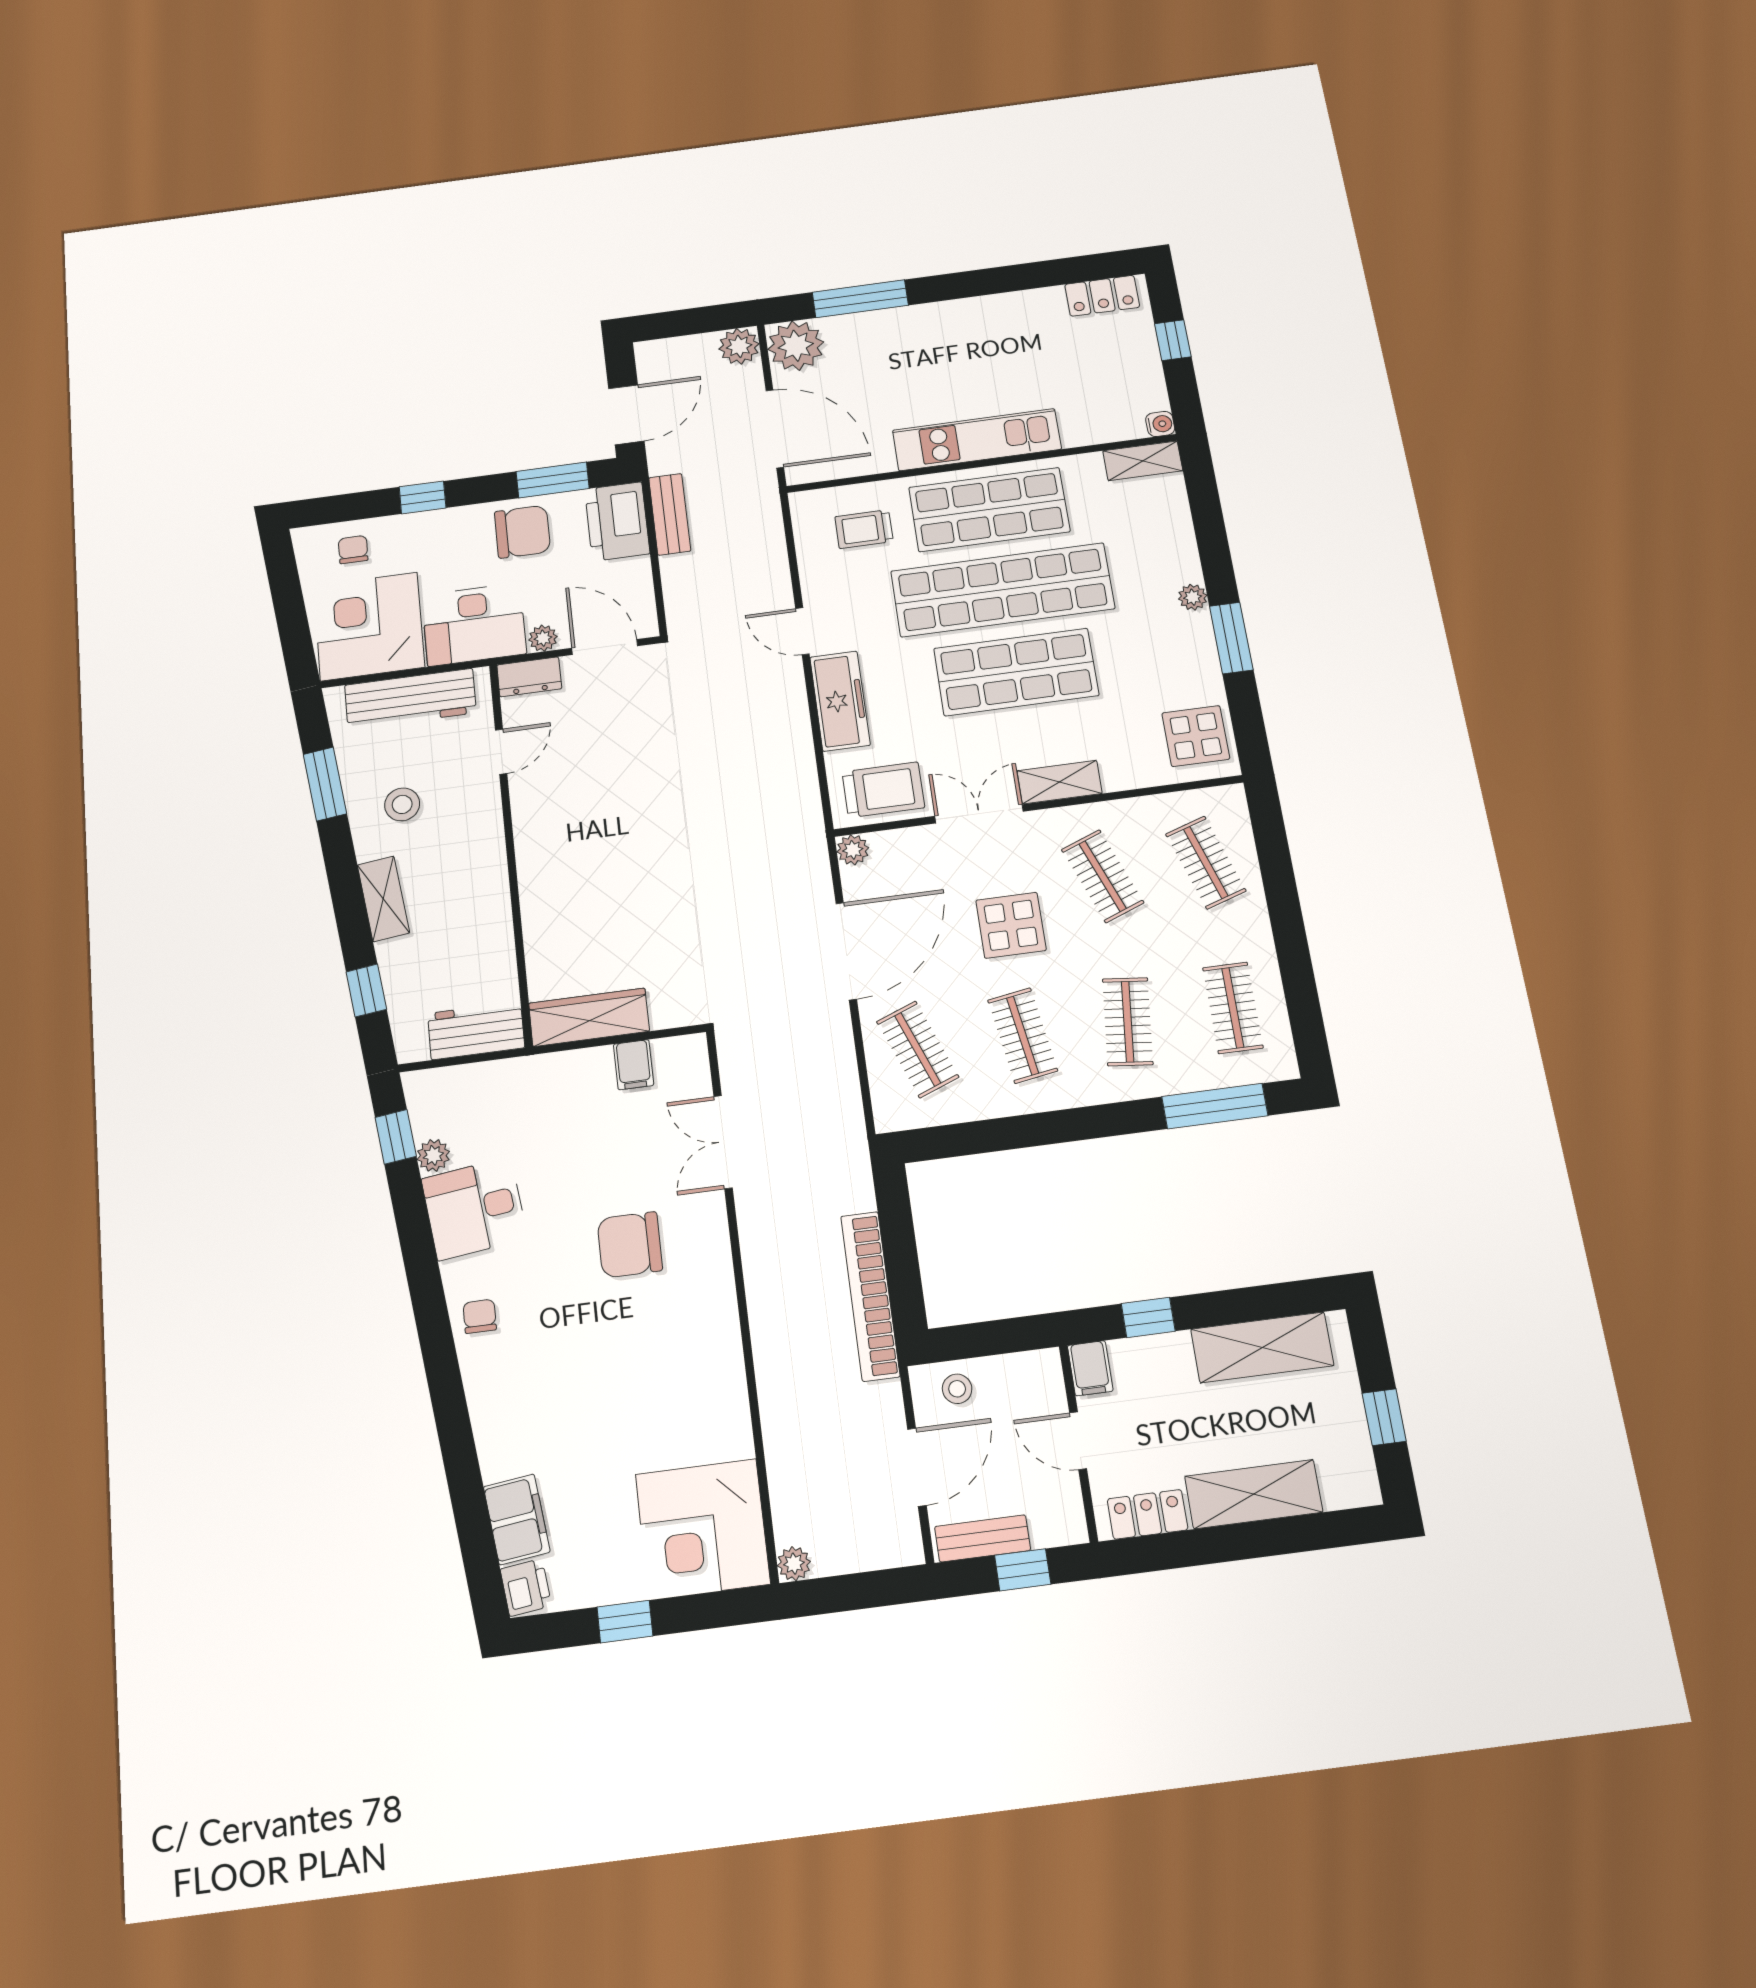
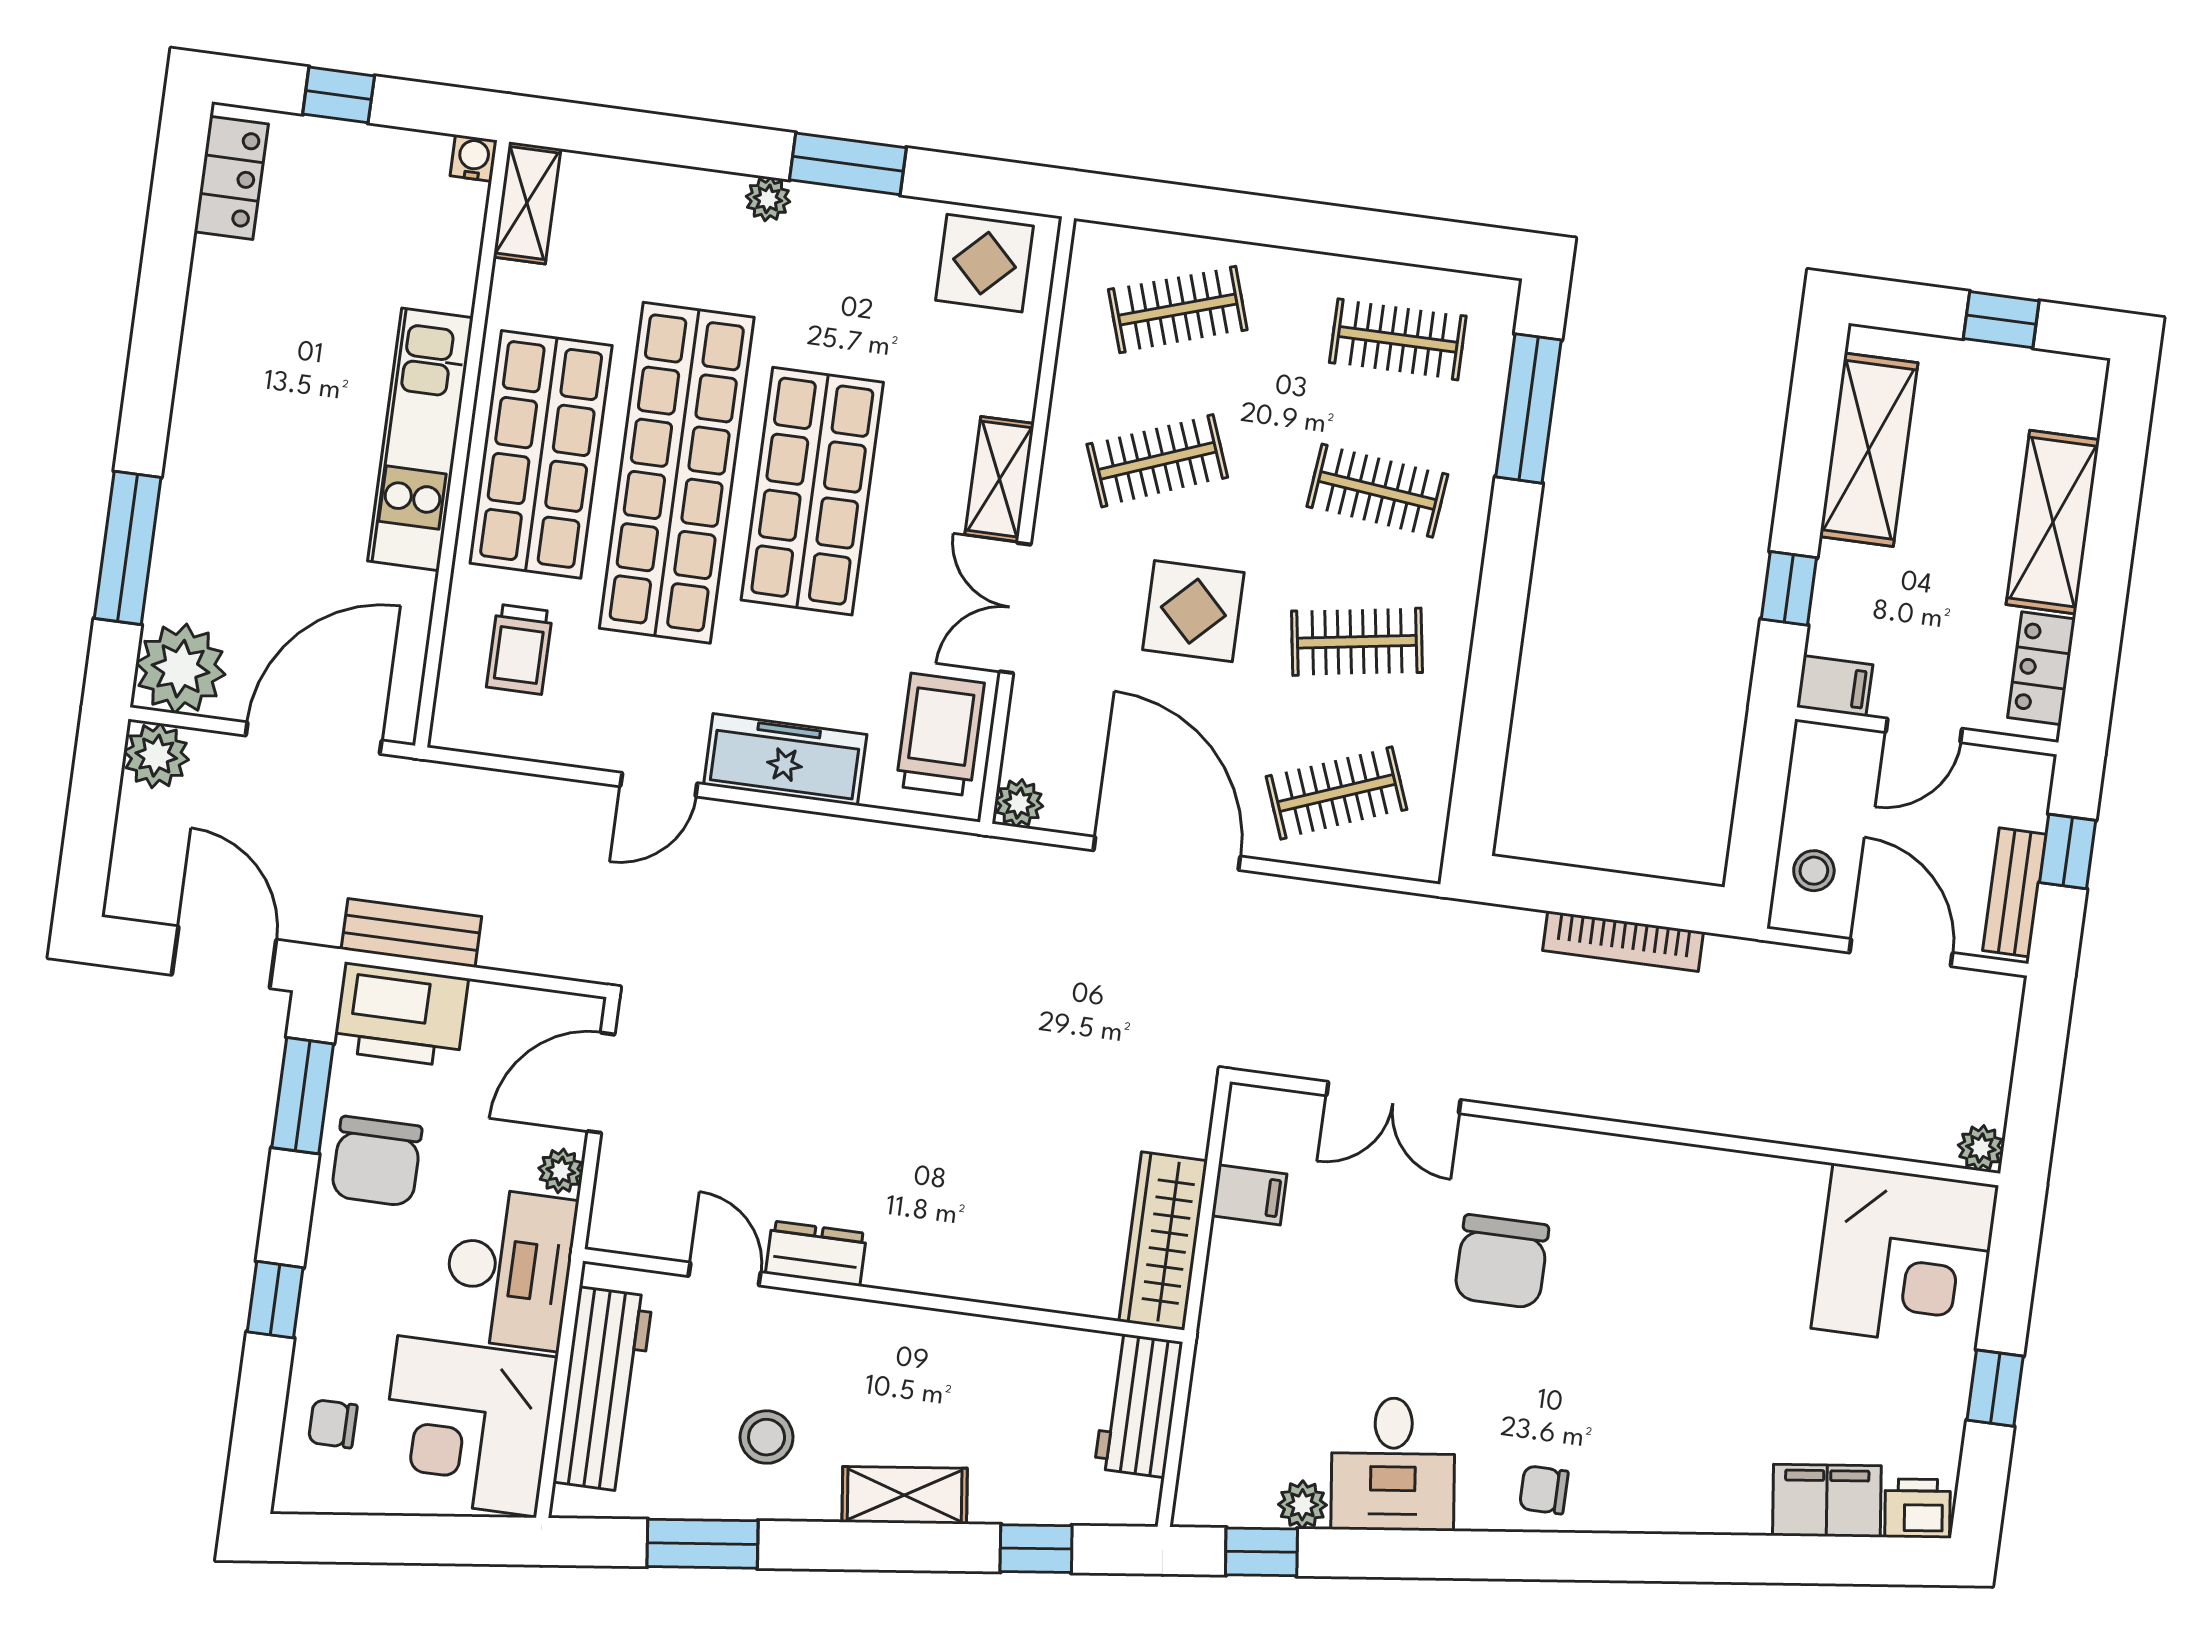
chair: (522, 532) -> (377, 1161), turned 180
dresser: (529, 677) -> (816, 1253), moved, turned -90
bookcase: (870, 1296) -> (1623, 941), width x0.68, depth x0.76

